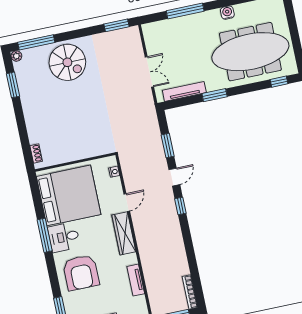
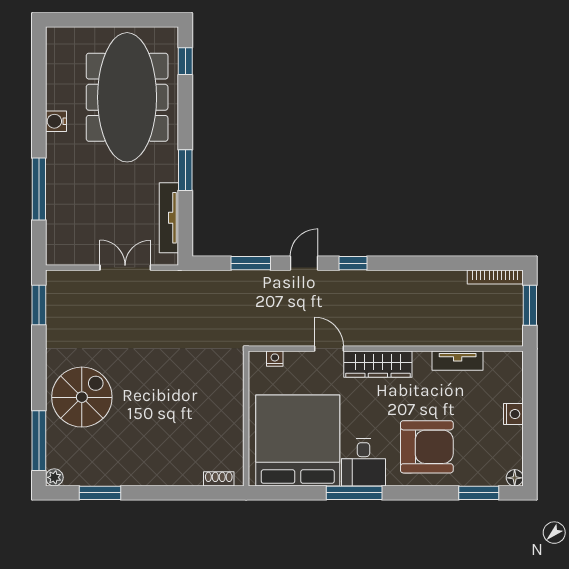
door: (174, 177) -> (304, 263), hinge flipped

